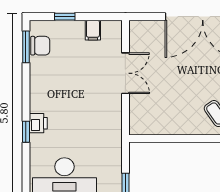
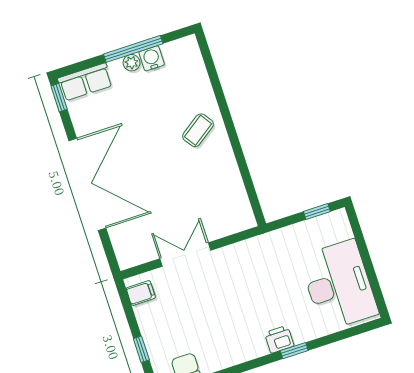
filing cabinet: (93, 30) -> (141, 293), moved

